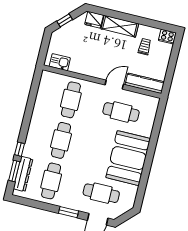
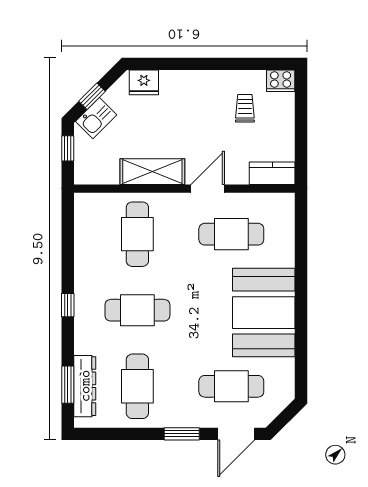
shelving: (120, 26) -> (152, 172), moved
window: (45, 45) -> (68, 148), added
kitchen sink: (60, 62) -> (96, 118), moved, turned 135
kitchen counter: (145, 83) -> (272, 173), width x0.67
cafe table: (61, 140) -> (137, 310), turned 90
window: (20, 149) -> (68, 305), moved

